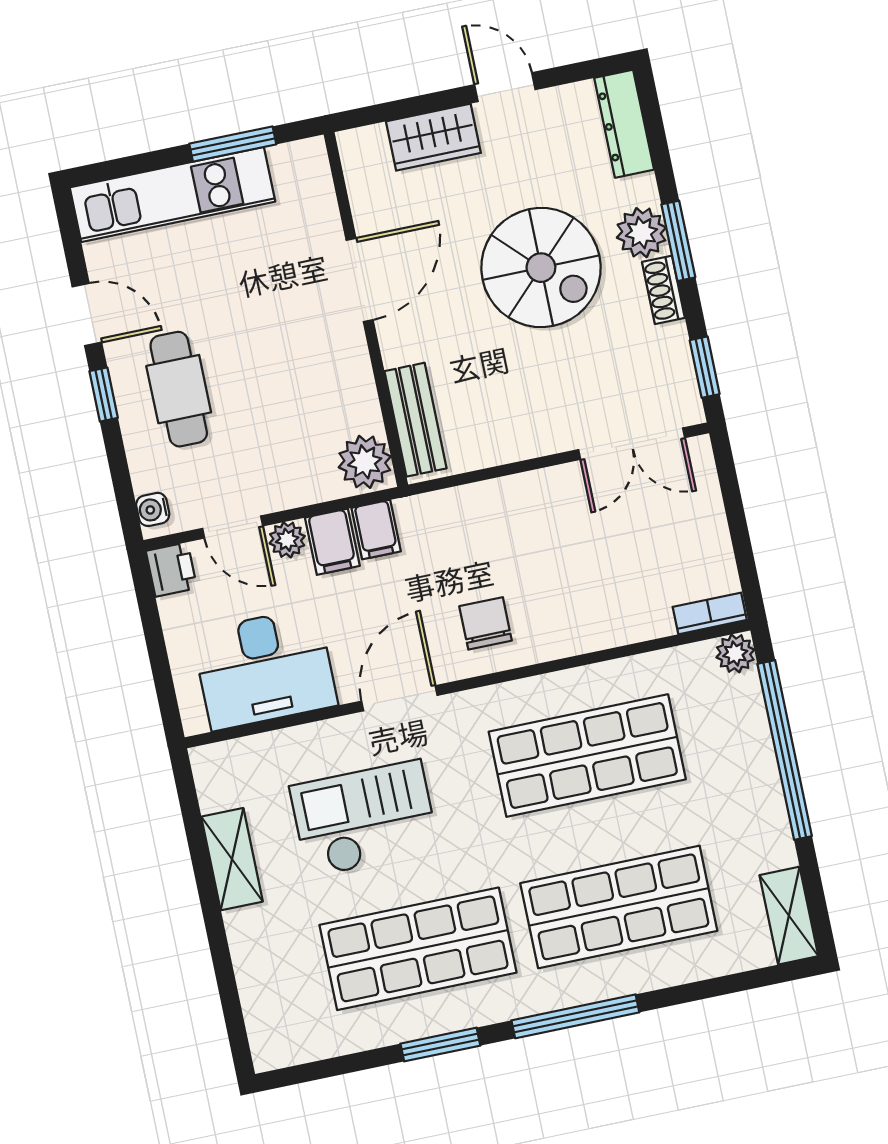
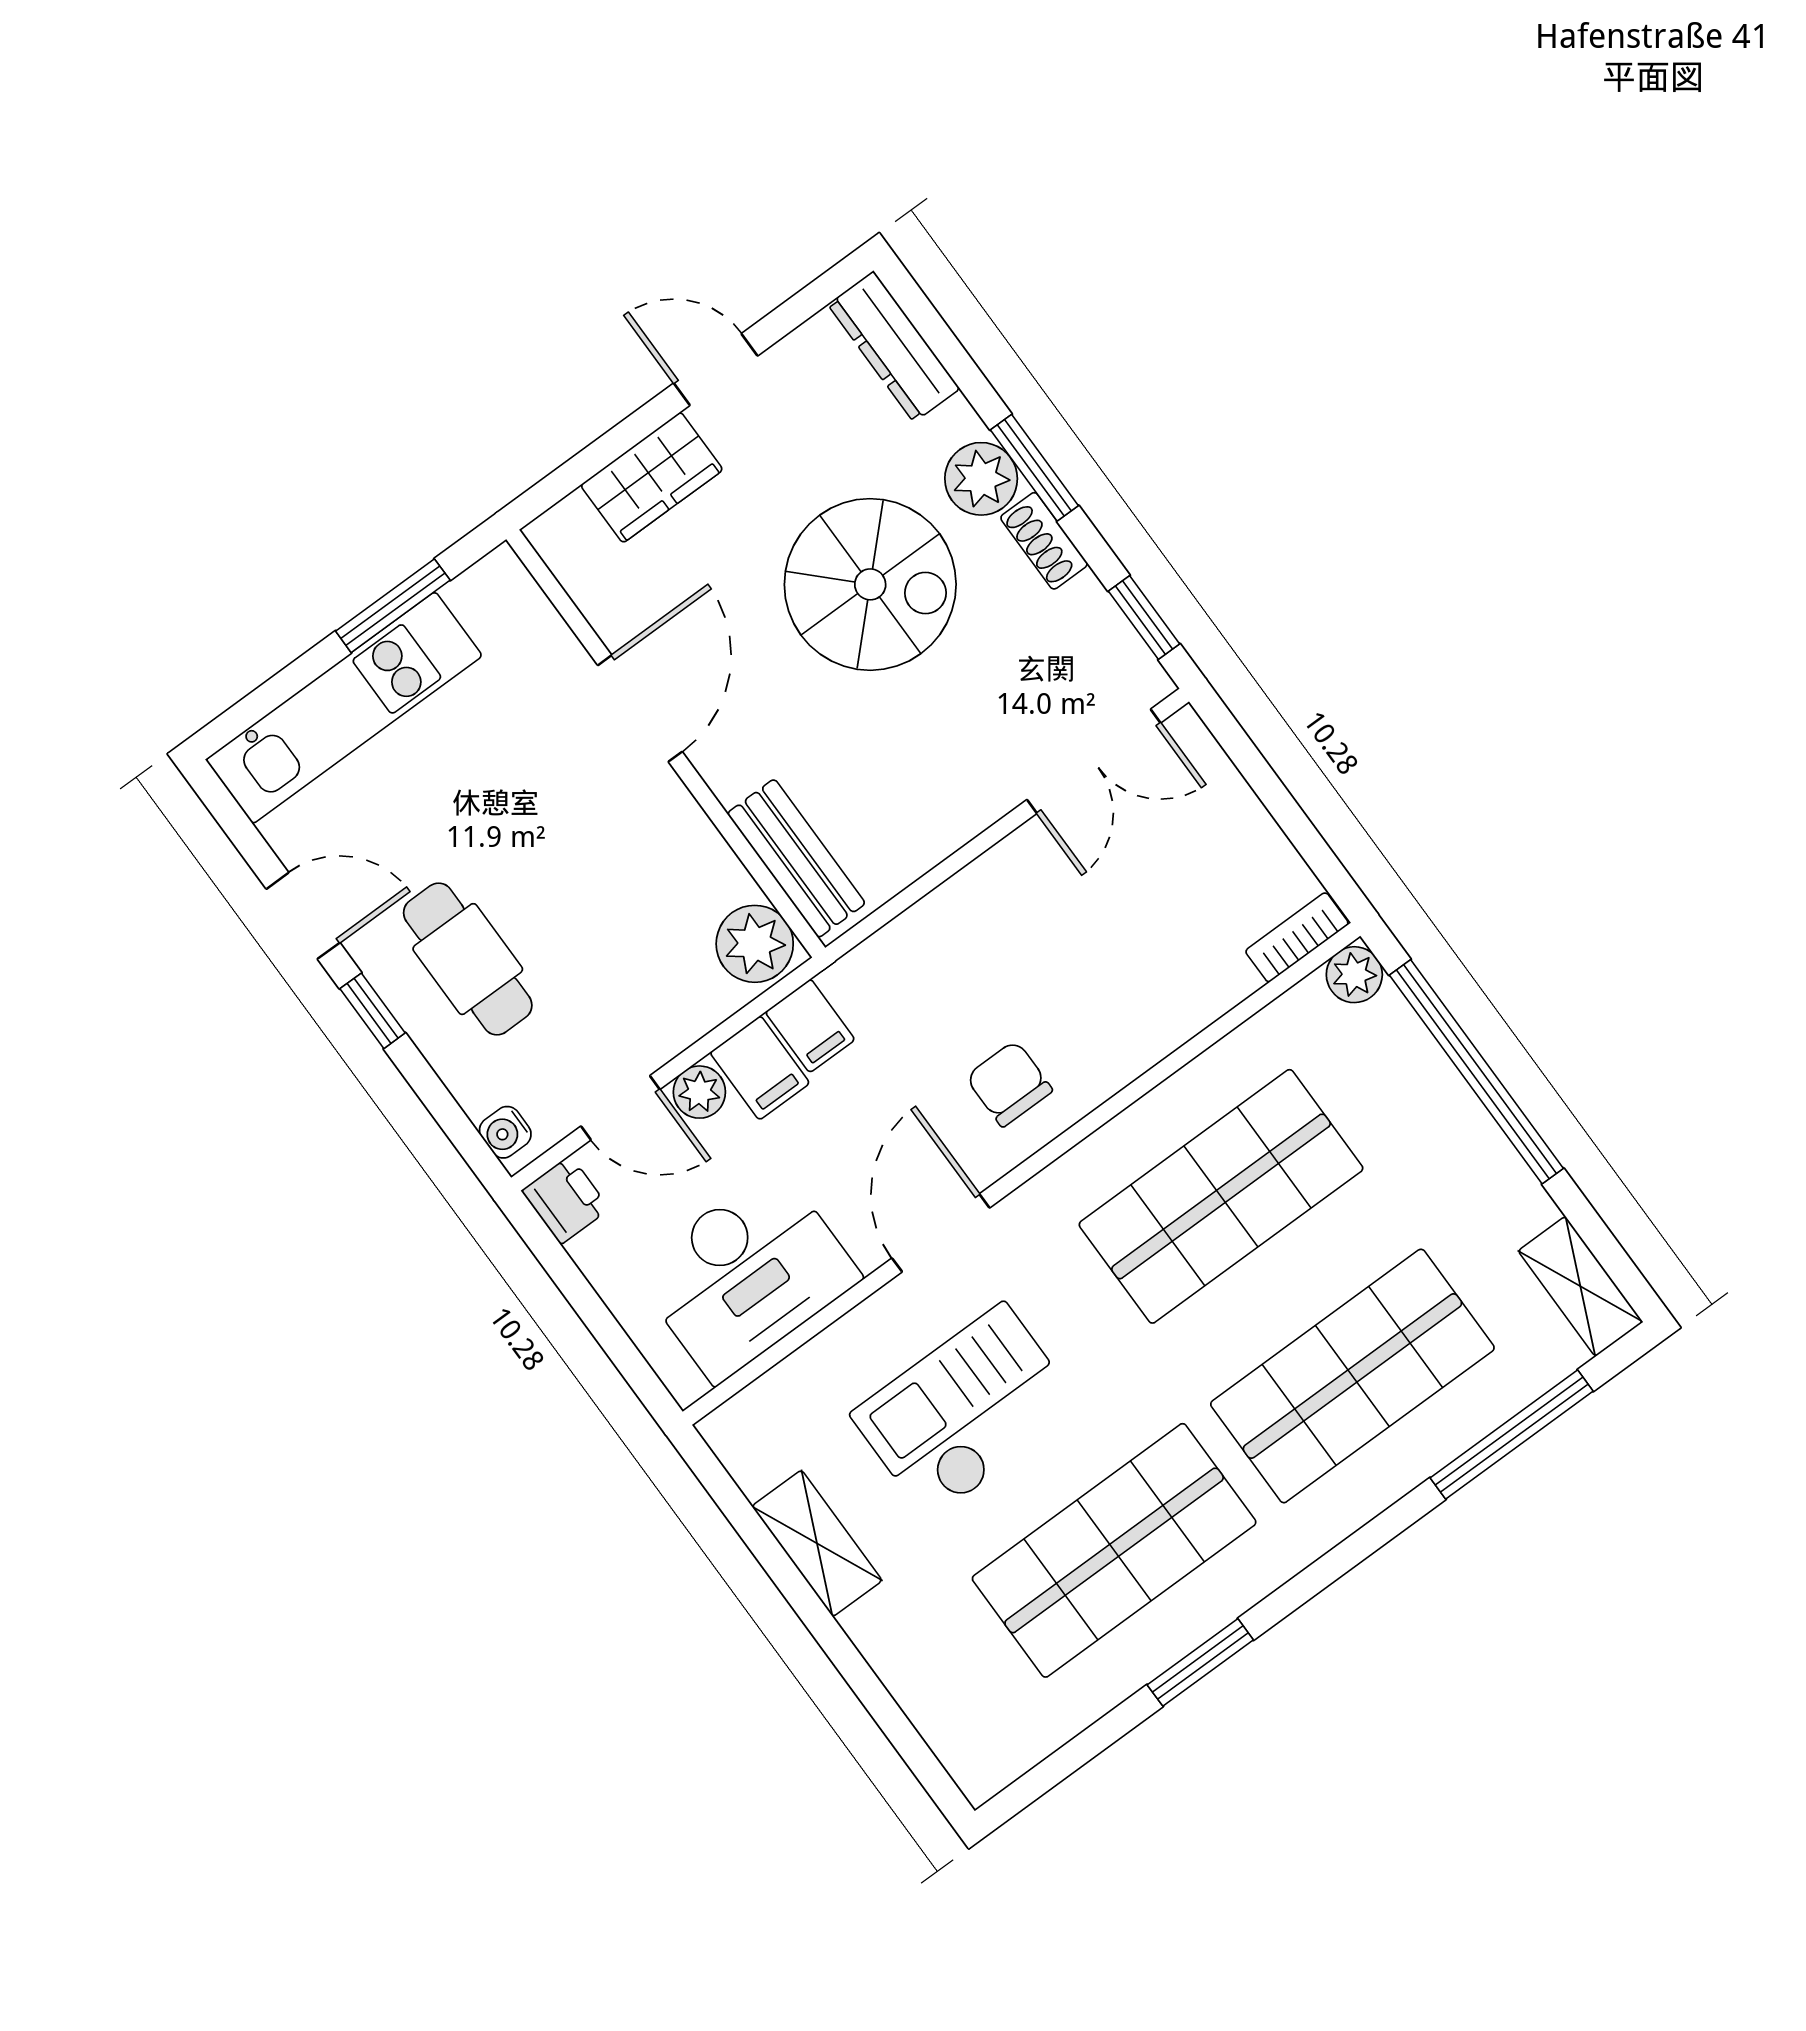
window: (575, 1016) -> (1512, 1435), moved

